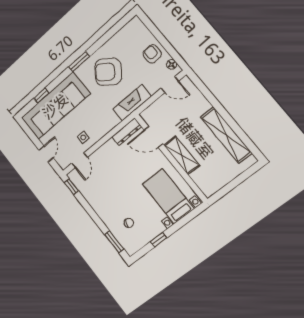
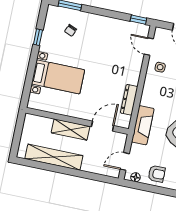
door: (154, 137) -> (103, 126), moved
shelving: (182, 155) -> (71, 130), moved
wall: (170, 158) -> (77, 121), moved

